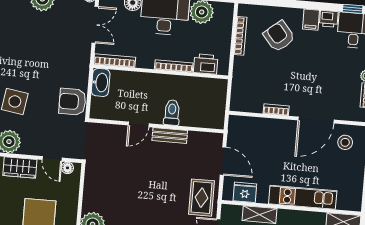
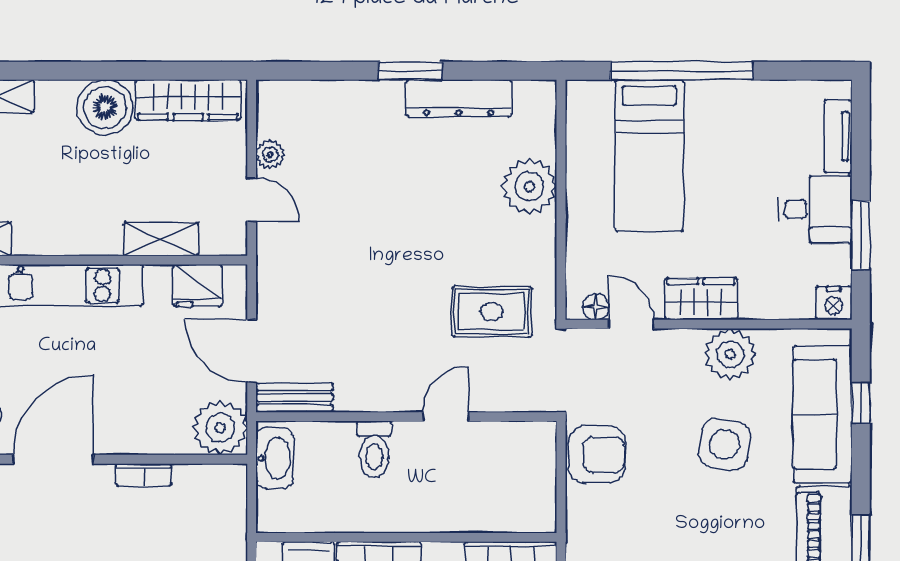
washbasin: (101, 82) -> (275, 458), moved, turned 180
plant: (240, 128) -> (220, 428), added
bench: (170, 136) -> (294, 398), moved
rug: (202, 198) -> (492, 312), moved, turned 90

